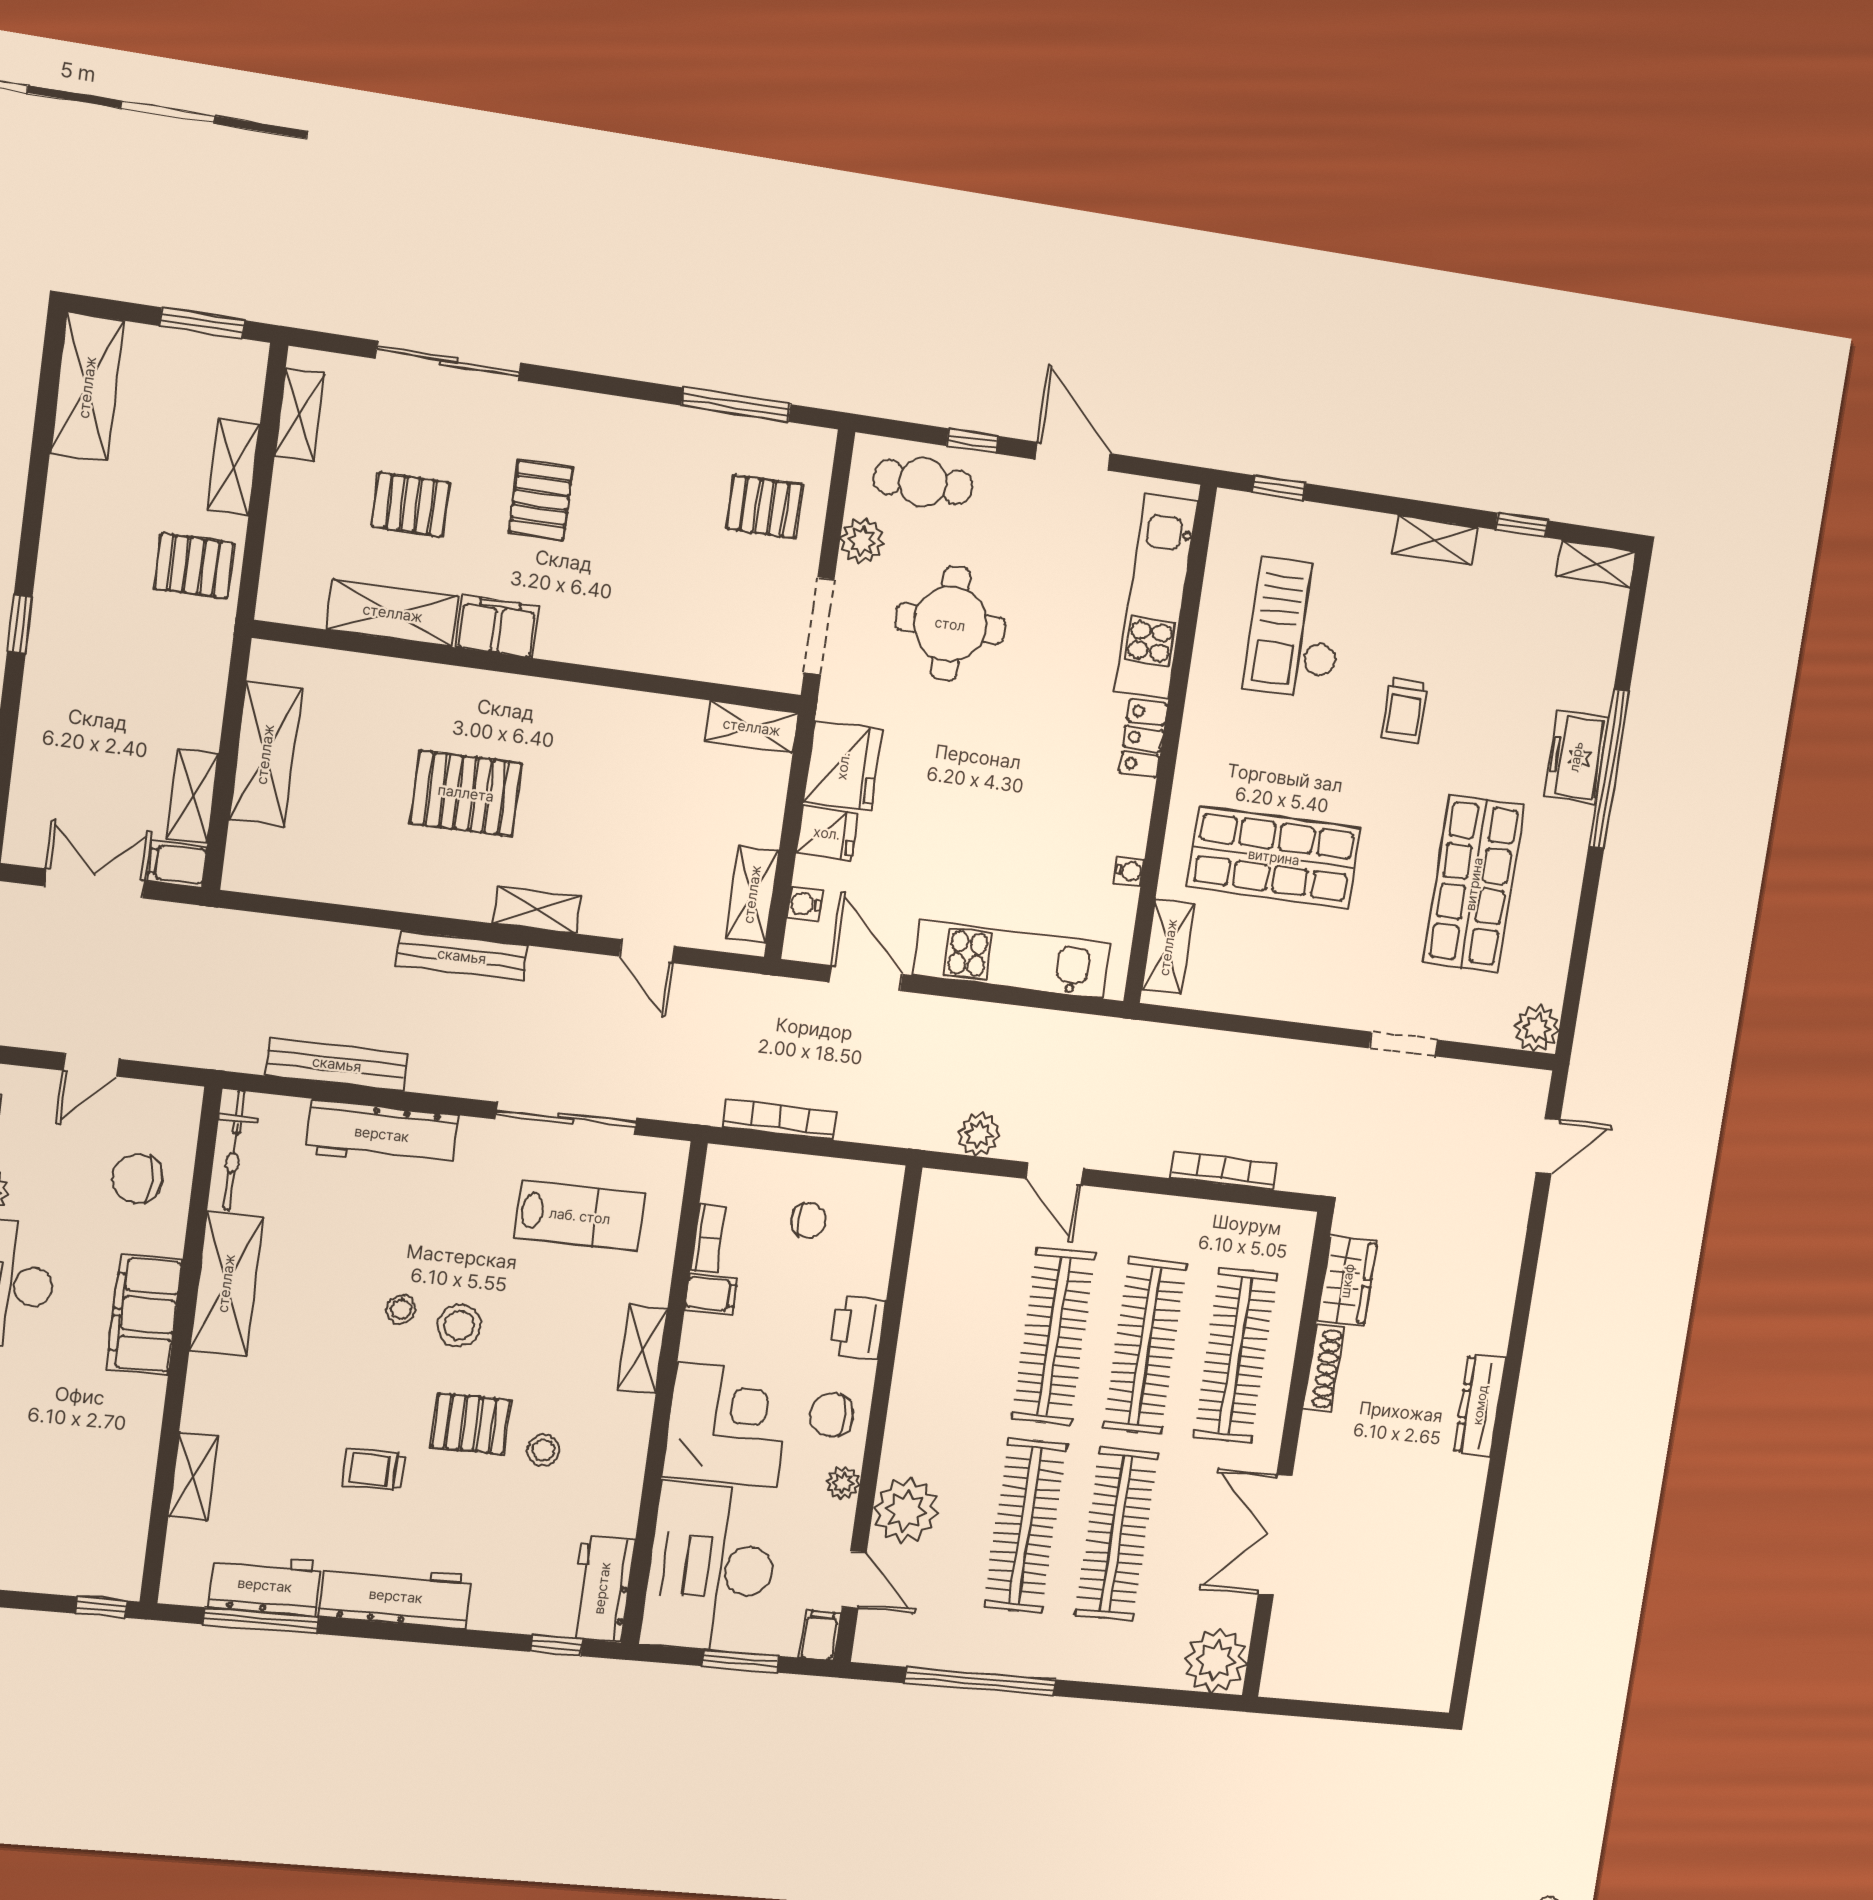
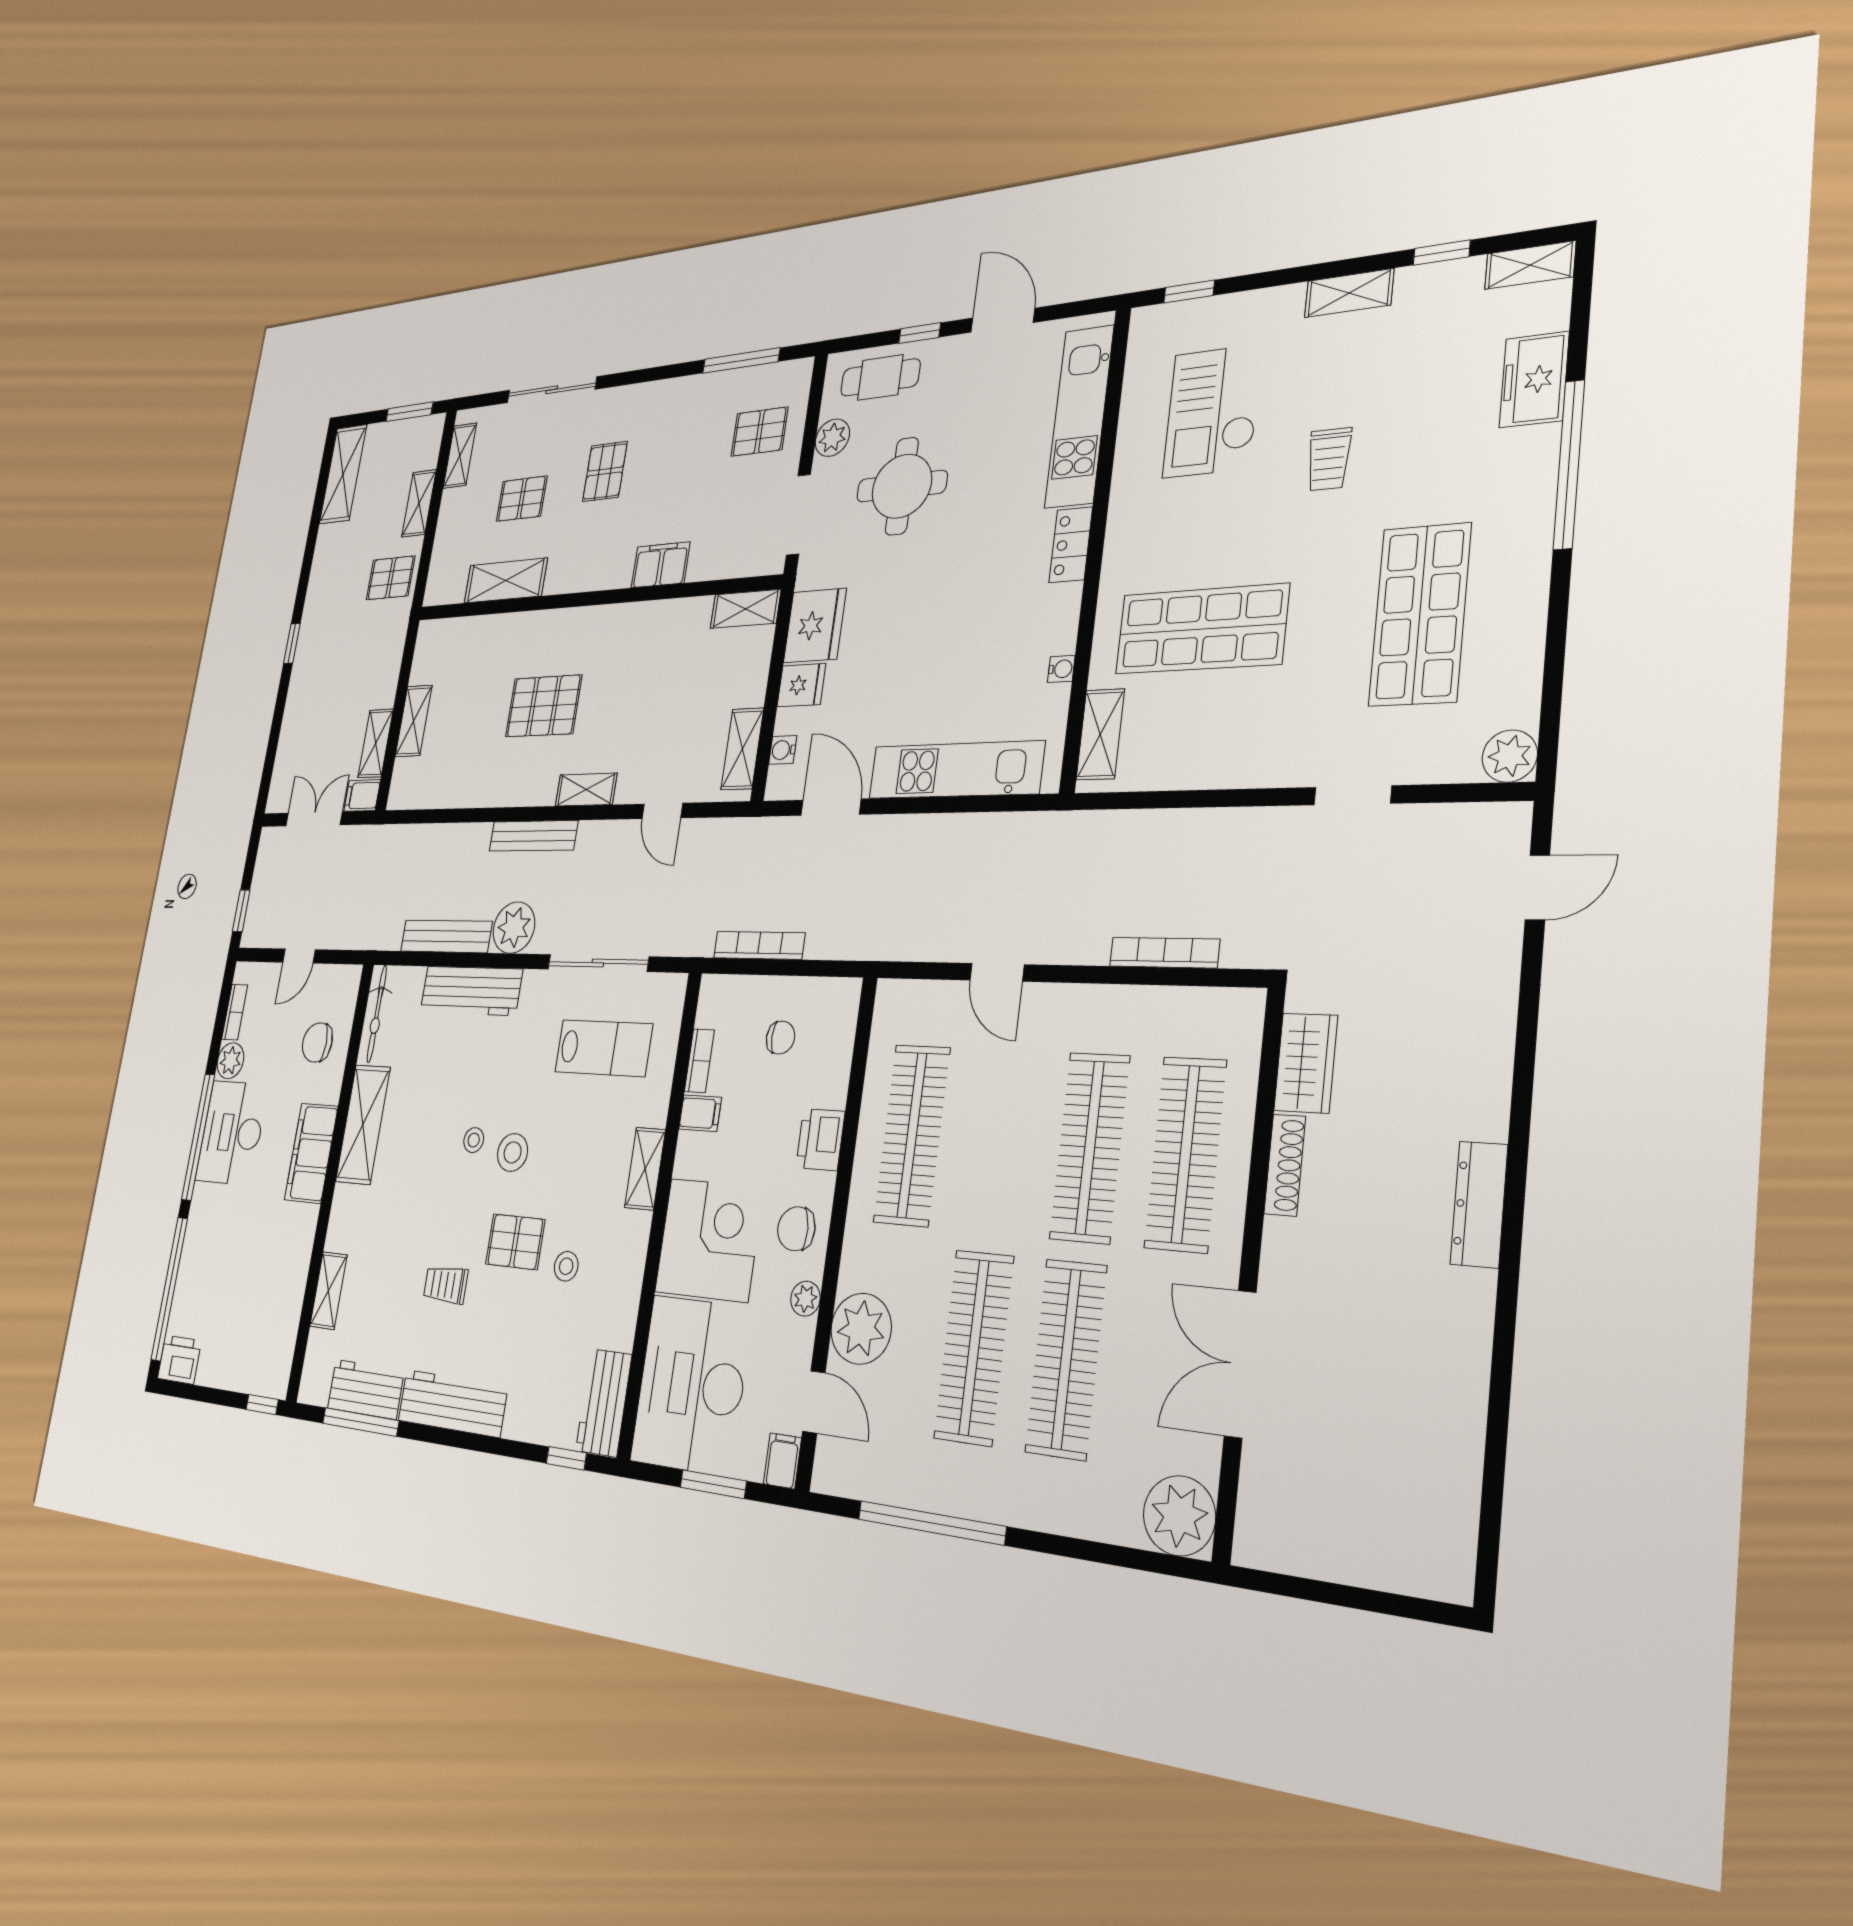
filing cabinet: (497, 627) -> (661, 565), moved
shelving: (265, 754) -> (414, 721), width x0.67, depth x0.75
freezer: (1576, 757) -> (1534, 380), moved
plant: (979, 1134) -> (514, 928), moved, width x1.36, depth x1.36
clothes rail: (1053, 1337) -> (912, 1135), moved

